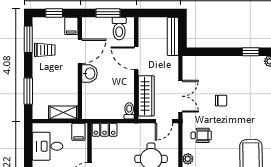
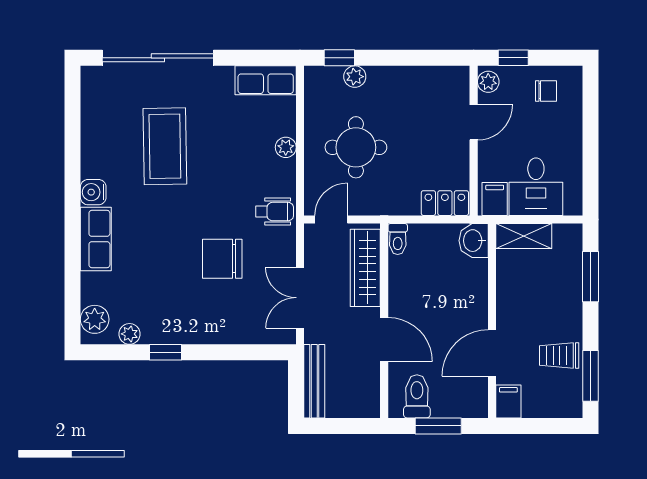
window: (54, 13) -> (541, 426), removed
washbasin: (90, 73) -> (474, 241), moved
double door: (180, 96) -> (300, 298), moved
chair: (221, 101) -> (222, 259), width x1.87, depth x1.87
wheelchair: (201, 135) -> (275, 212), moved, turned 180
desk: (48, 146) -> (536, 187), moved, turned 90

